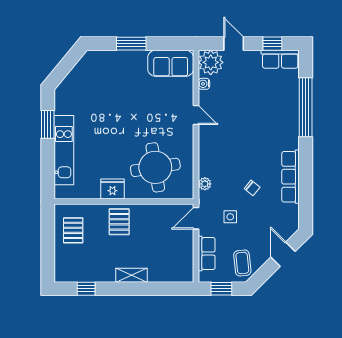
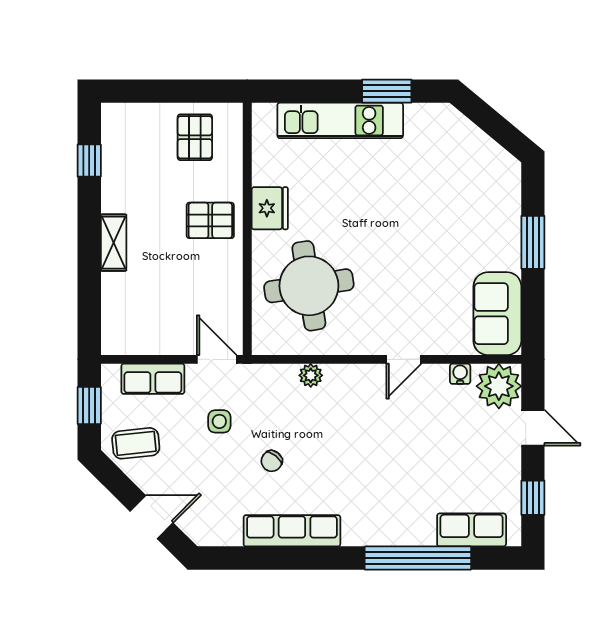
door: (234, 44) -> (533, 428), hinge flipped
row of seats: (280, 59) -> (472, 530), moved, turned 90
plant: (205, 184) -> (311, 375), moved
pallet: (73, 230) -> (195, 137), turned 90

